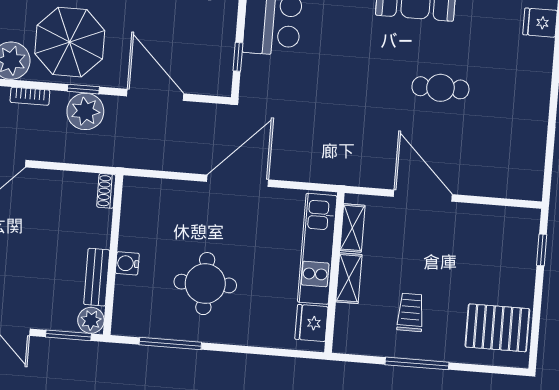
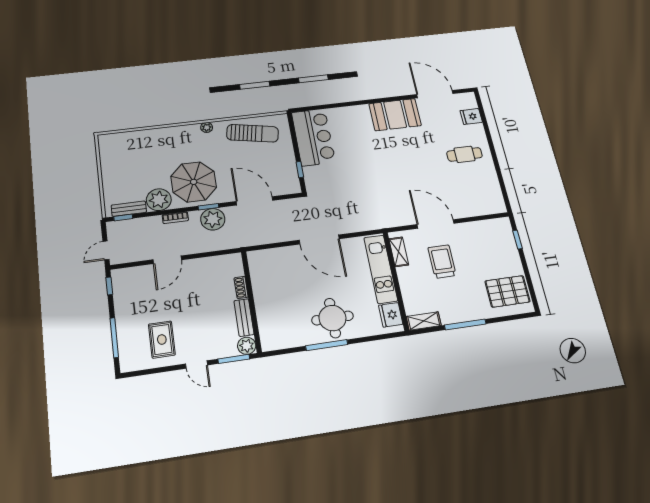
cafe table: (440, 88) -> (464, 154), moved
door: (238, 181) -> (319, 239), swing flipped
shoe rack: (106, 191) -> (241, 287), moved
water cooler: (127, 263) -> (262, 304), removed
shelving: (349, 278) -> (424, 321), moved, turned 90
round table: (205, 284) -> (332, 318), moved
trolley: (411, 312) -> (442, 262), moved, width x1.36, depth x1.39
window: (170, 344) -> (327, 345), moved

